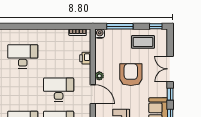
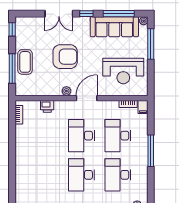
water cooler: (100, 34) -> (20, 91), removed
coffee table: (143, 42) -> (25, 62), moved
desk: (23, 56) -> (81, 175), moved
armchair: (131, 75) -> (65, 57), turned 180

